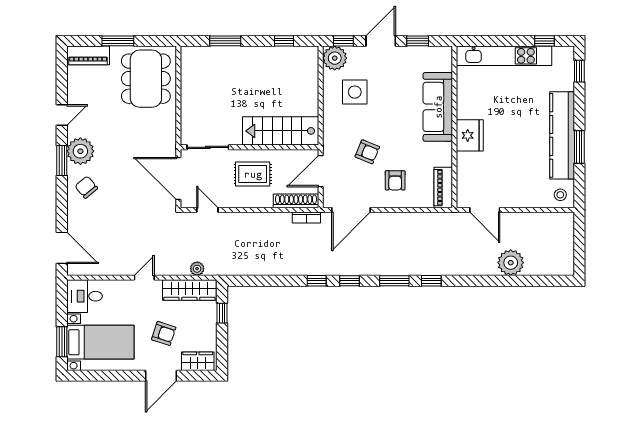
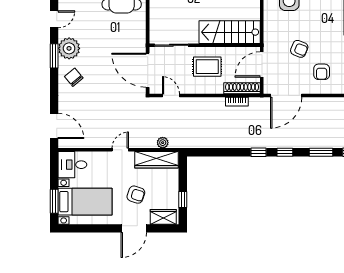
bookcase: (306, 218) -> (237, 102), moved
window: (222, 313) -> (183, 199), moved

